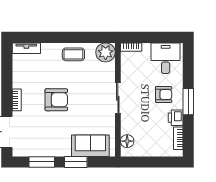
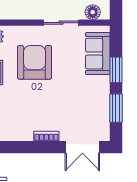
sliding door: (118, 98) -> (61, 23), moved
armchair: (56, 100) -> (35, 62), moved, width x1.36, depth x1.36

